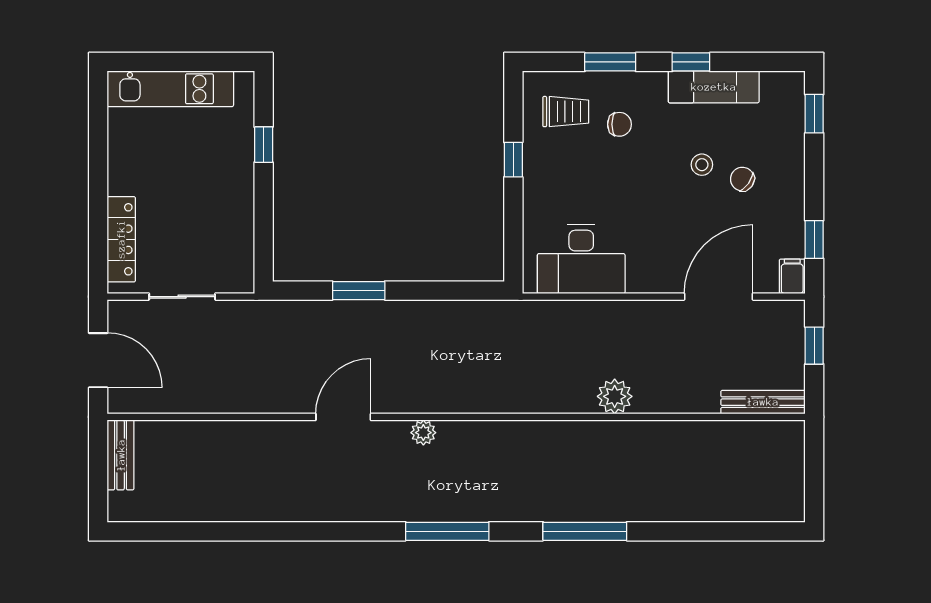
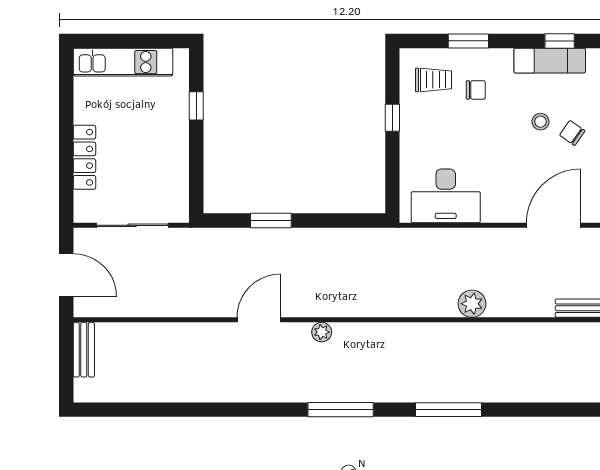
window: (691, 62) -> (560, 41), moved
locker: (121, 239) -> (84, 157), moved
sliding door: (182, 297) -> (132, 225), width x1.37

